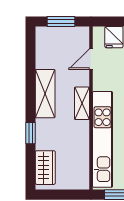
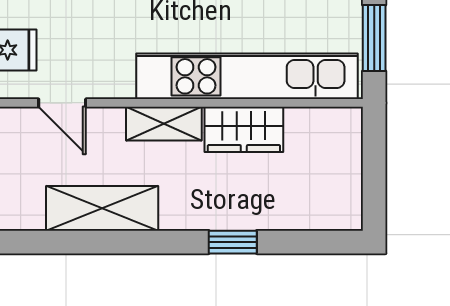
shelving: (45, 94) -> (102, 208), moved
wardrobe: (45, 168) -> (244, 129), moved, turned 180

